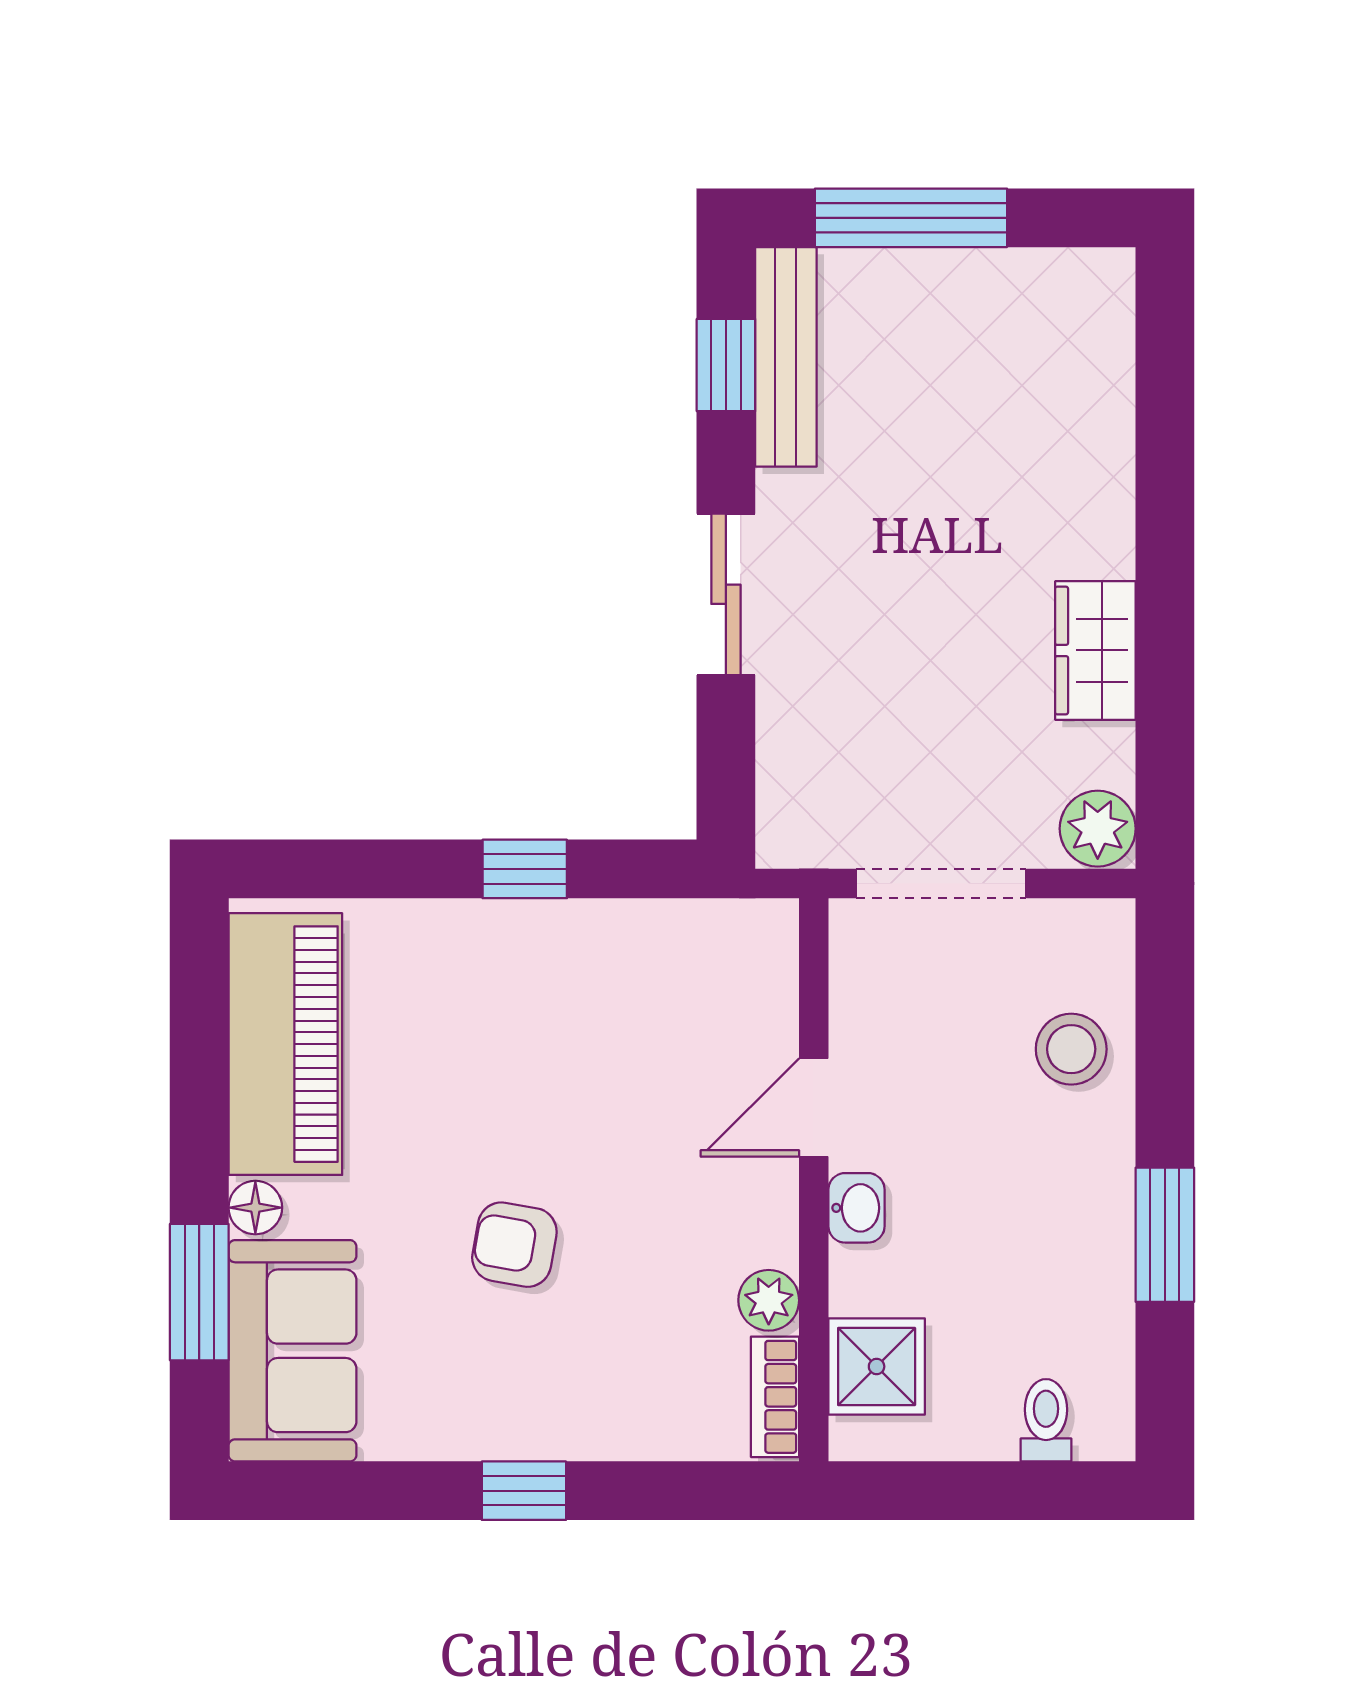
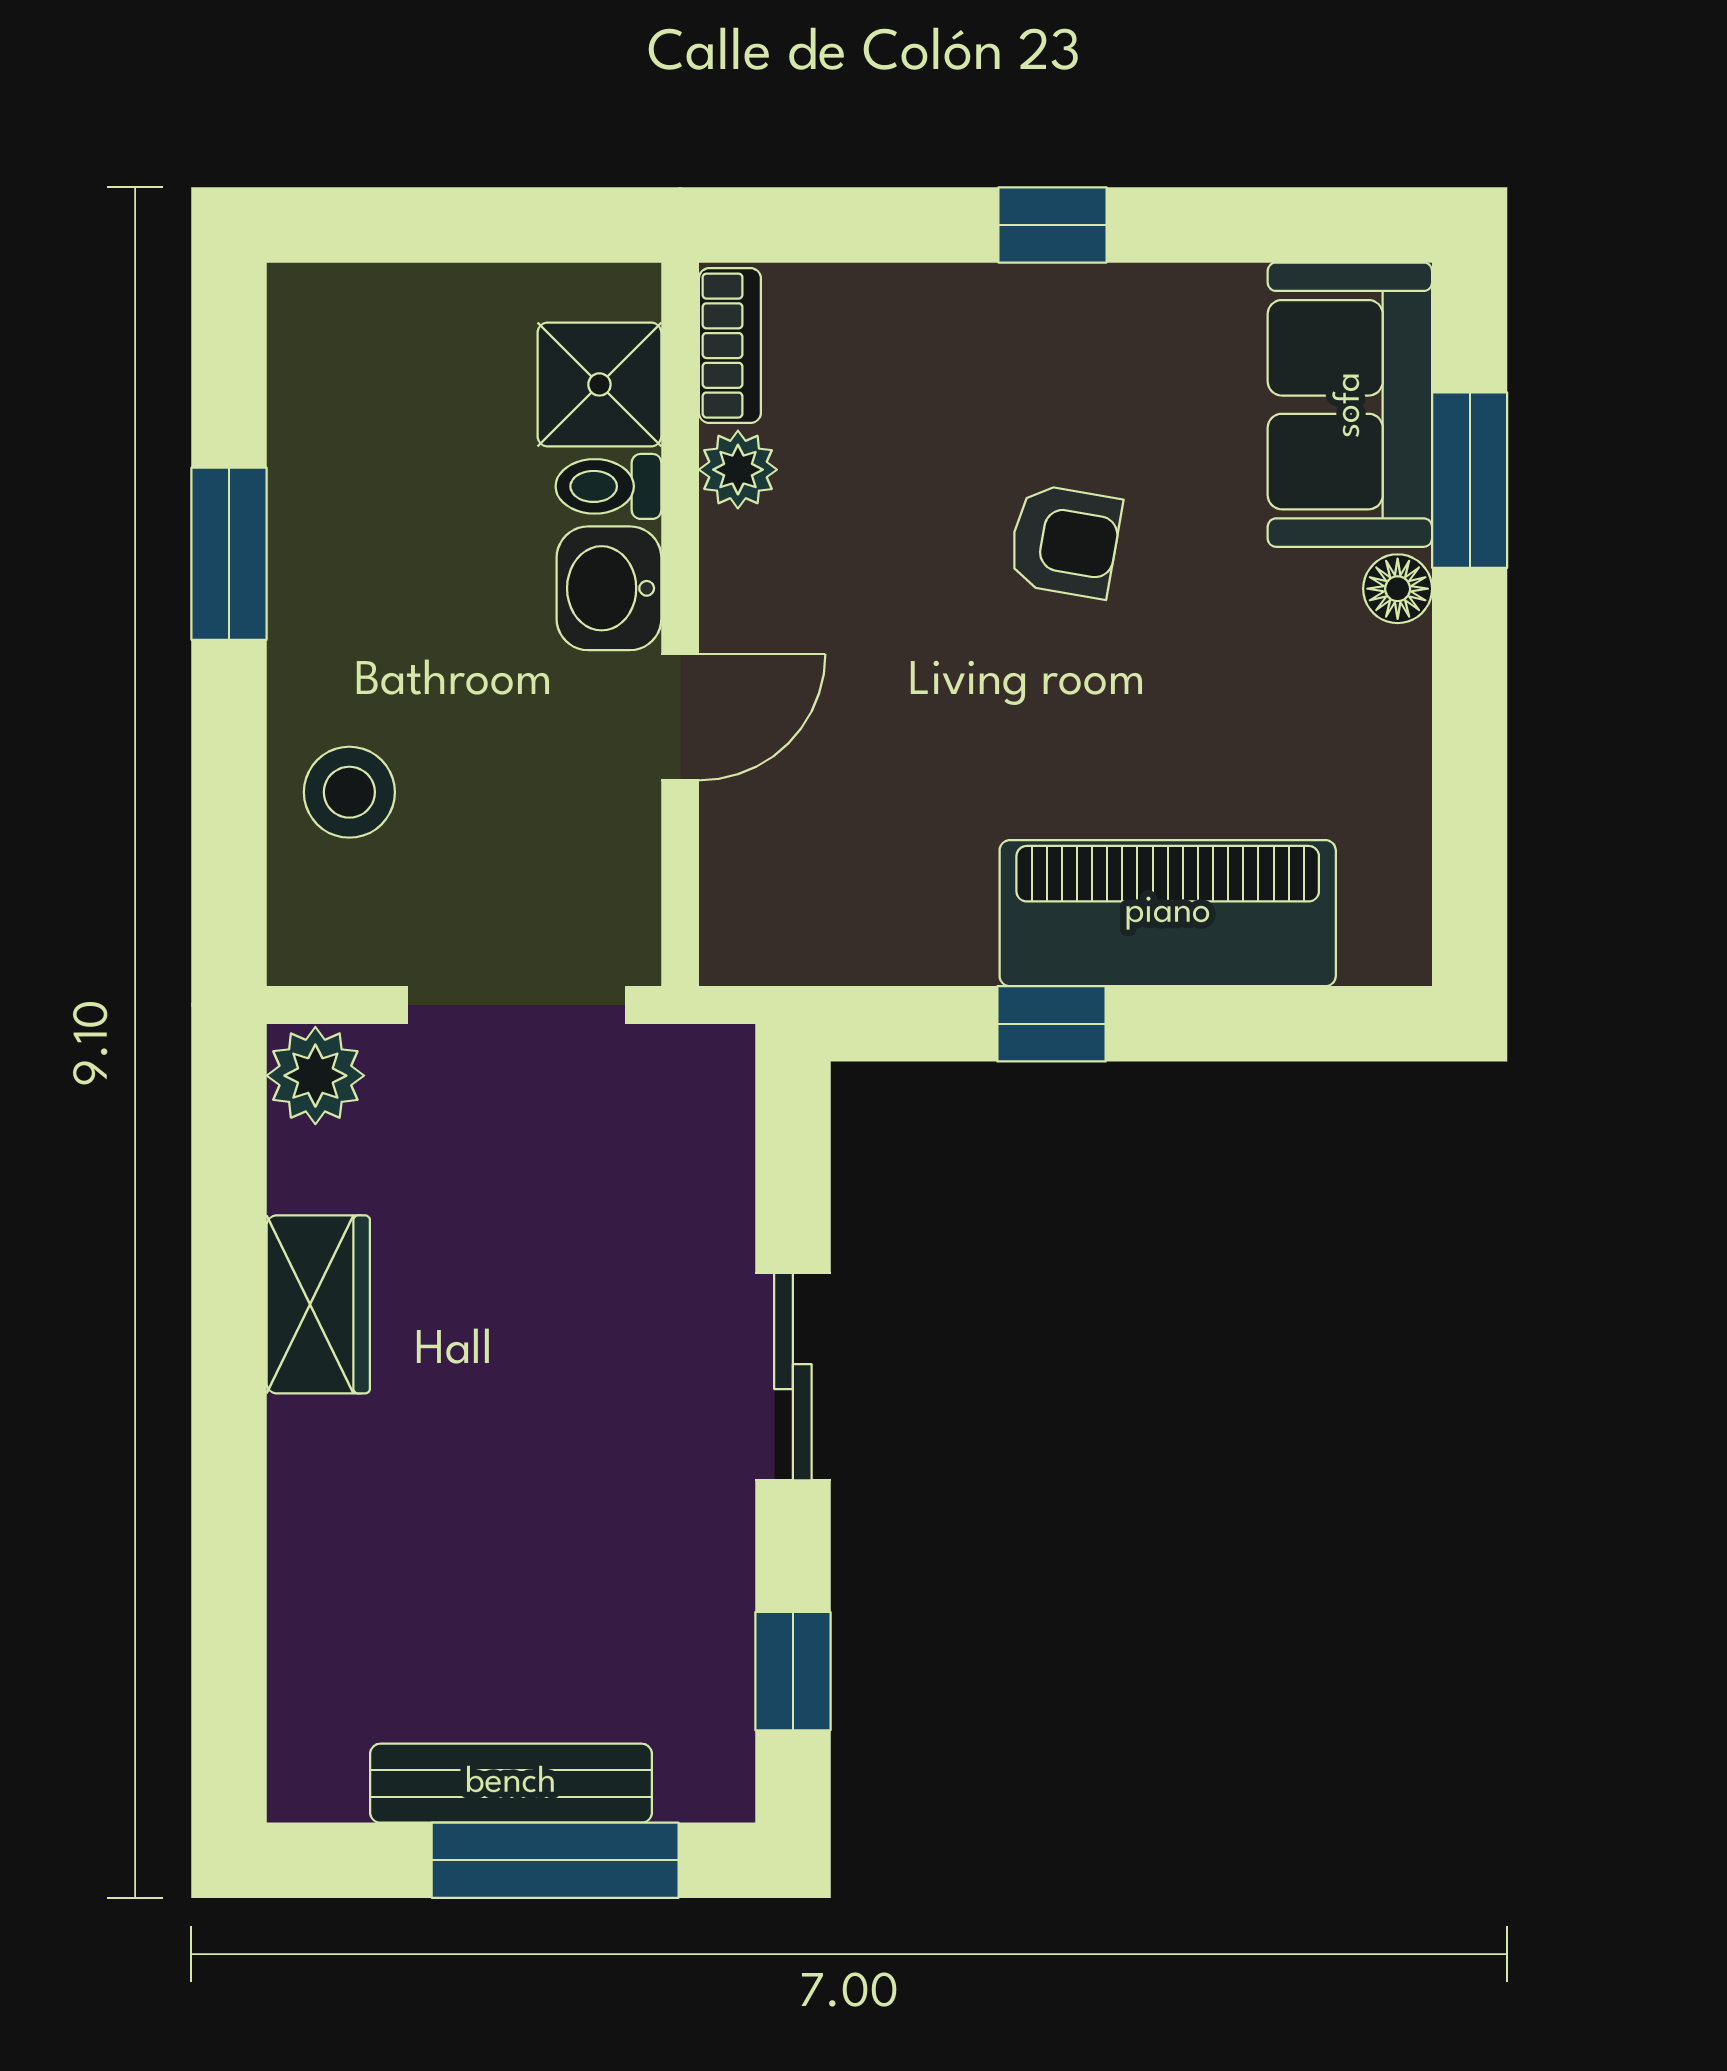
bench: (786, 357) -> (511, 1783), moved, turned 90
piano: (285, 1044) -> (1168, 913), moved, turned 90
washbasin: (857, 1208) -> (609, 588), width x1.38, depth x1.45
toilet: (1046, 1420) -> (608, 486), moved, turned 90

